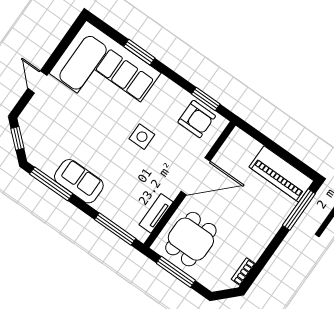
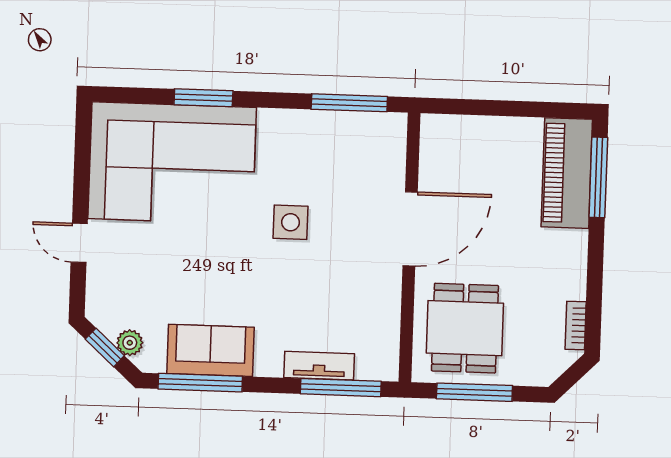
window: (206, 99) -> (349, 103), width x1.44
armchair: (197, 119) -> (355, 142), removed
plant: (30, 144) -> (130, 343), added
piano: (281, 174) -> (567, 173), moved, turned 90
sofa: (79, 181) -> (210, 350), moved
tv unit: (156, 213) -> (319, 366), moved, turned 90

